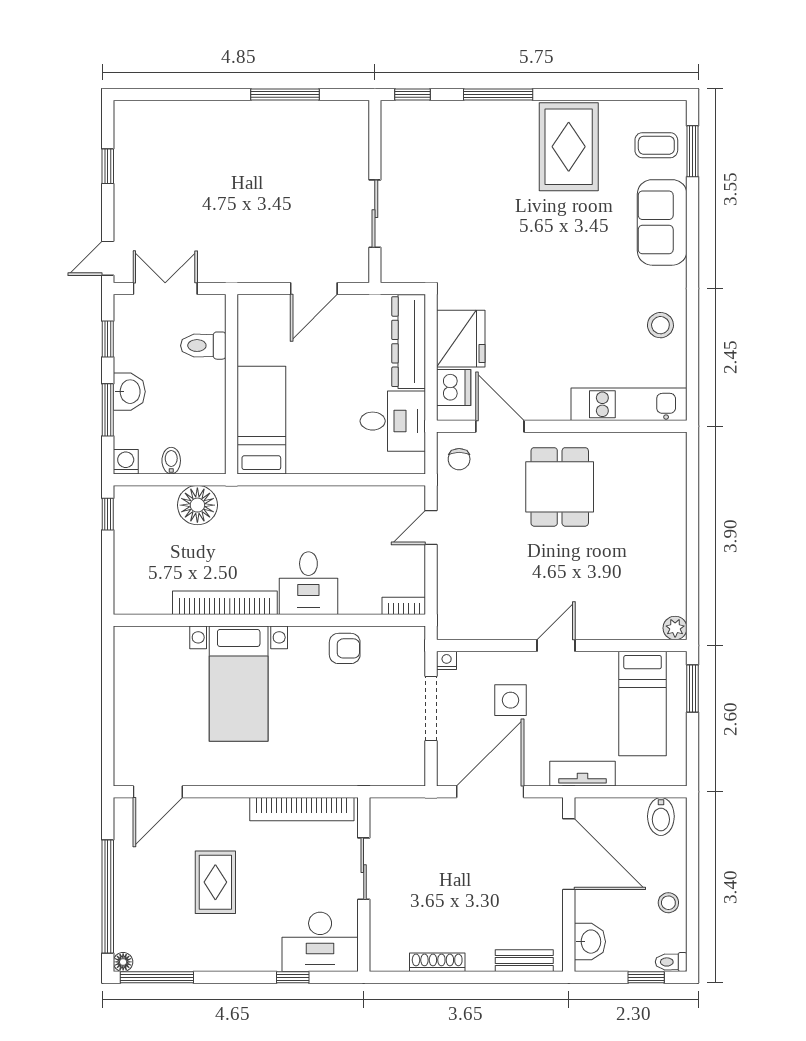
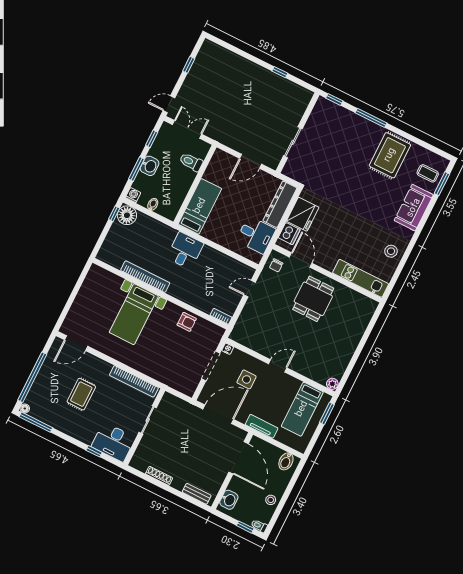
window: (285, 94) -> (280, 72), width x0.46
floor lamp: (197, 505) -> (127, 215), moved
desk: (308, 583) -> (185, 251), moved, turned 180

